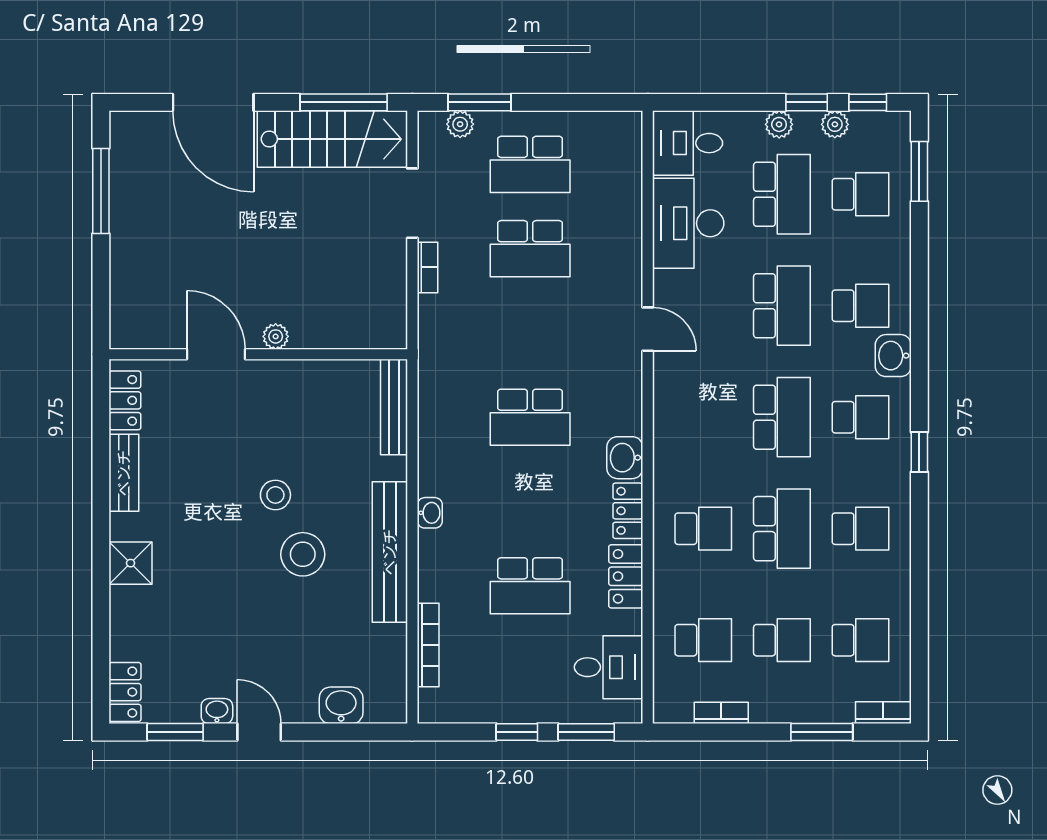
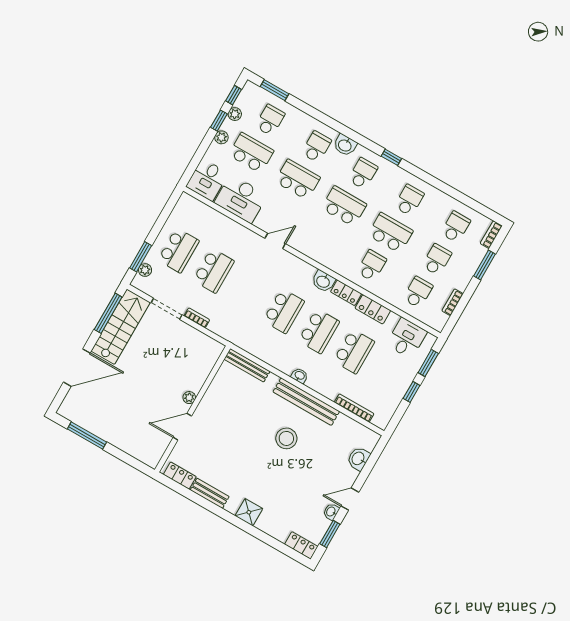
stool: (275, 495) -> (255, 436), removed
school desk: (530, 502) -> (319, 331), added

